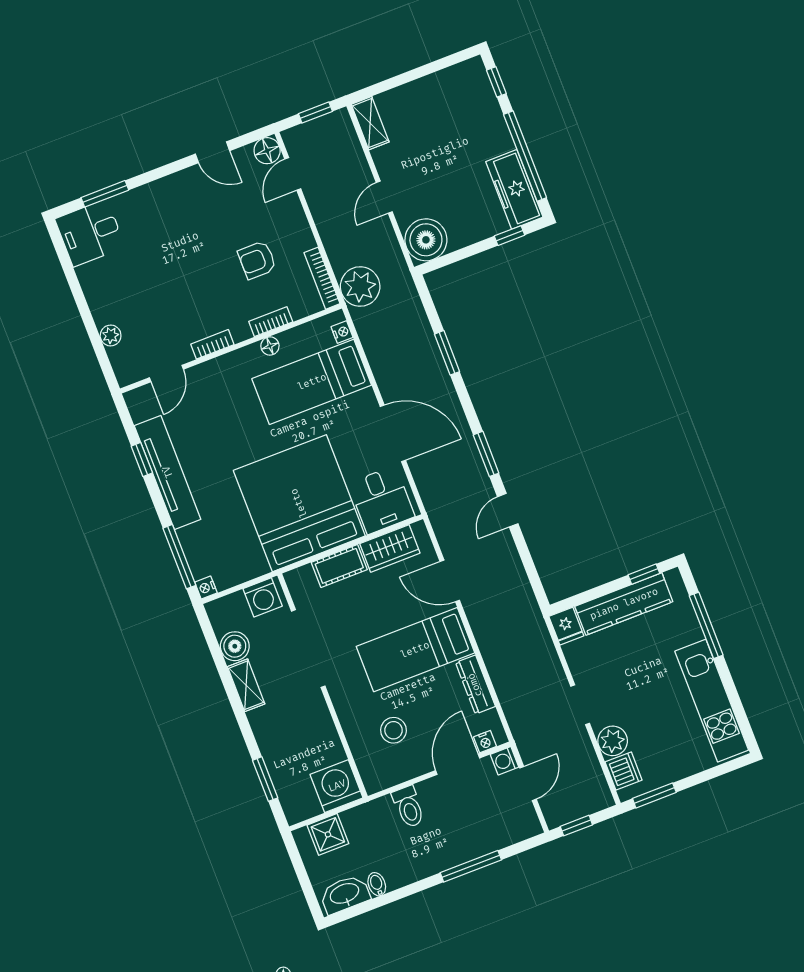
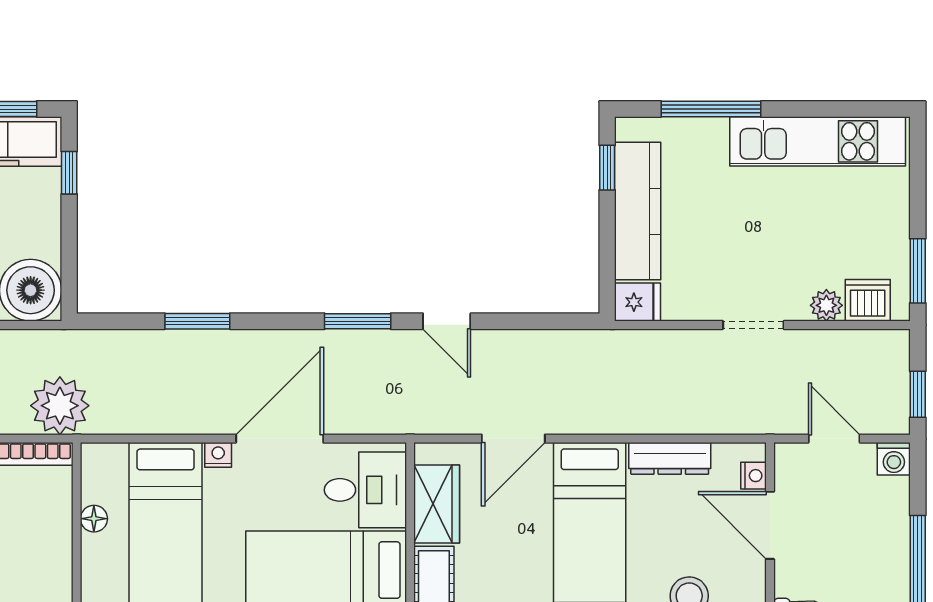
bookcase: (271, 322) -> (61, 548), removed
nightstand: (342, 332) -> (218, 455), moved
floor lamp: (270, 346) -> (94, 519), moved
plant: (613, 741) -> (826, 305), width x0.73, depth x0.73
washing machine: (505, 761) -> (894, 459), moved

